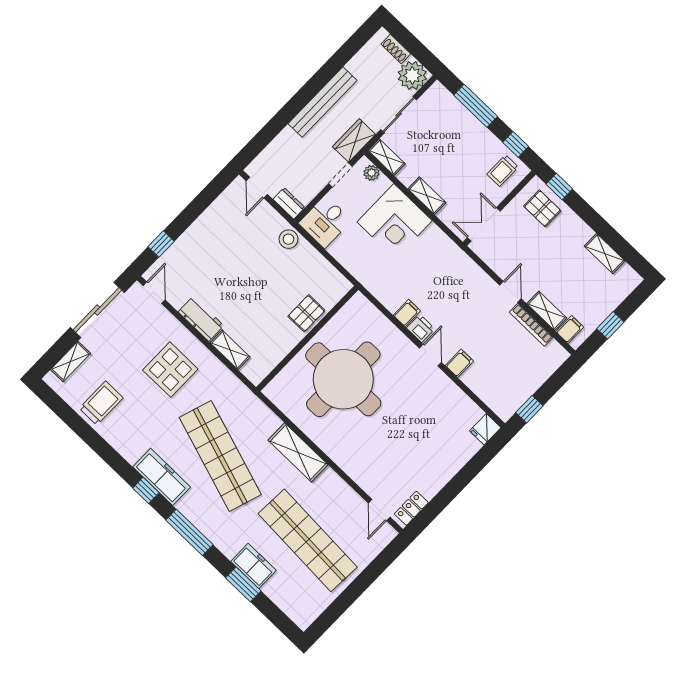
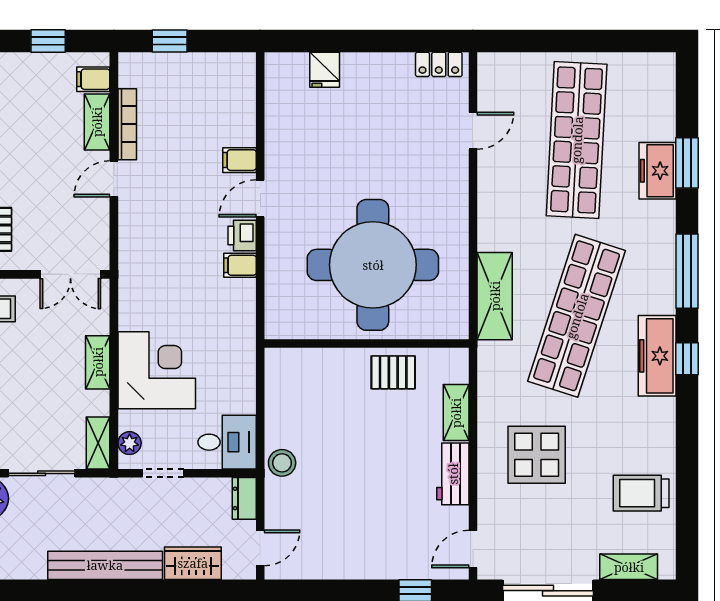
wardrobe: (354, 141) -> (193, 563), moved, turned 180
pallet: (306, 313) -> (393, 372), moved
window: (529, 409) -> (170, 41), moved
fridge: (485, 429) -> (325, 70), moved, turned 90
shelving: (298, 452) -> (495, 296), moved
door: (379, 510) -> (473, 131), moved

